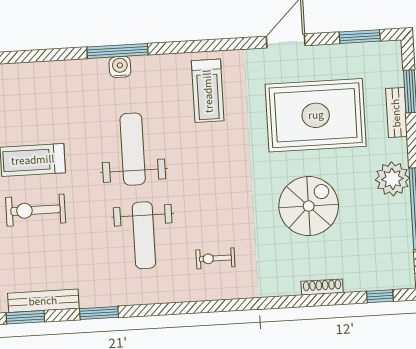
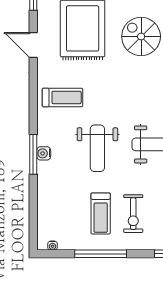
weight bench: (133, 149) -> (97, 148), turned -90

